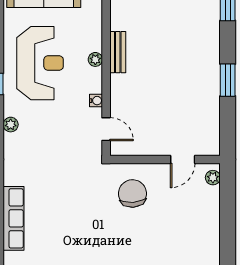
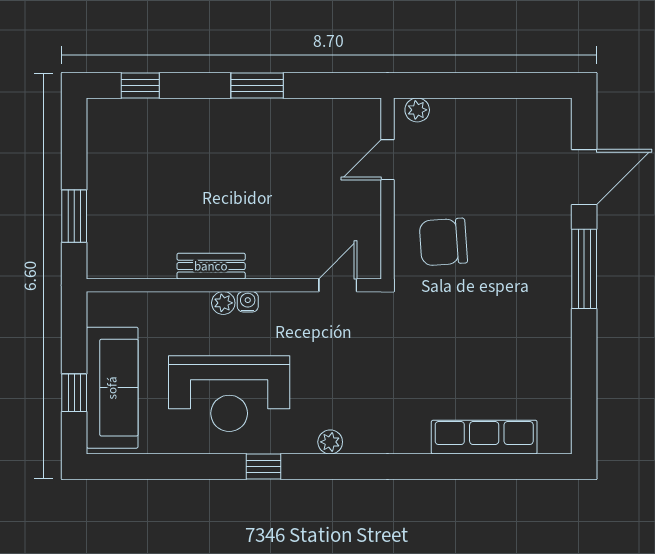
reception desk: (40, 63) -> (229, 394), turned 180
water cooler: (96, 101) -> (248, 302), moved
door: (183, 159) -> (388, 160), swing flipped

